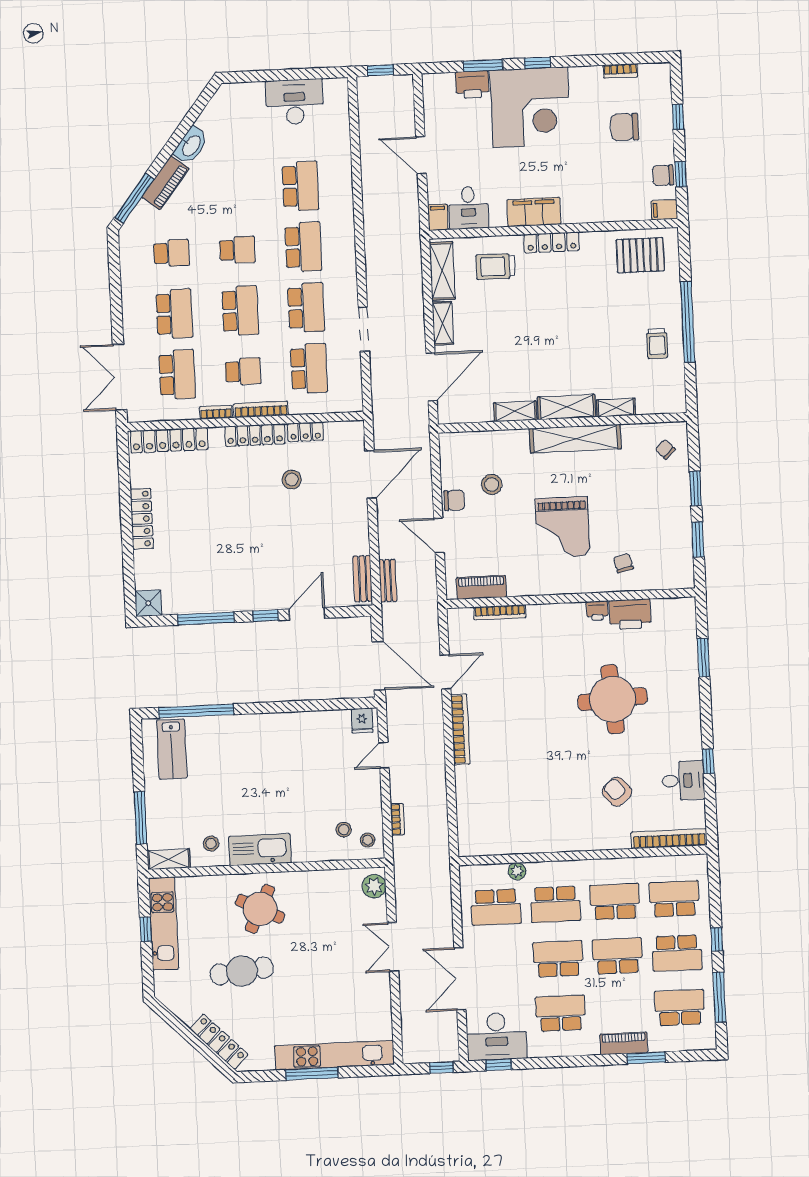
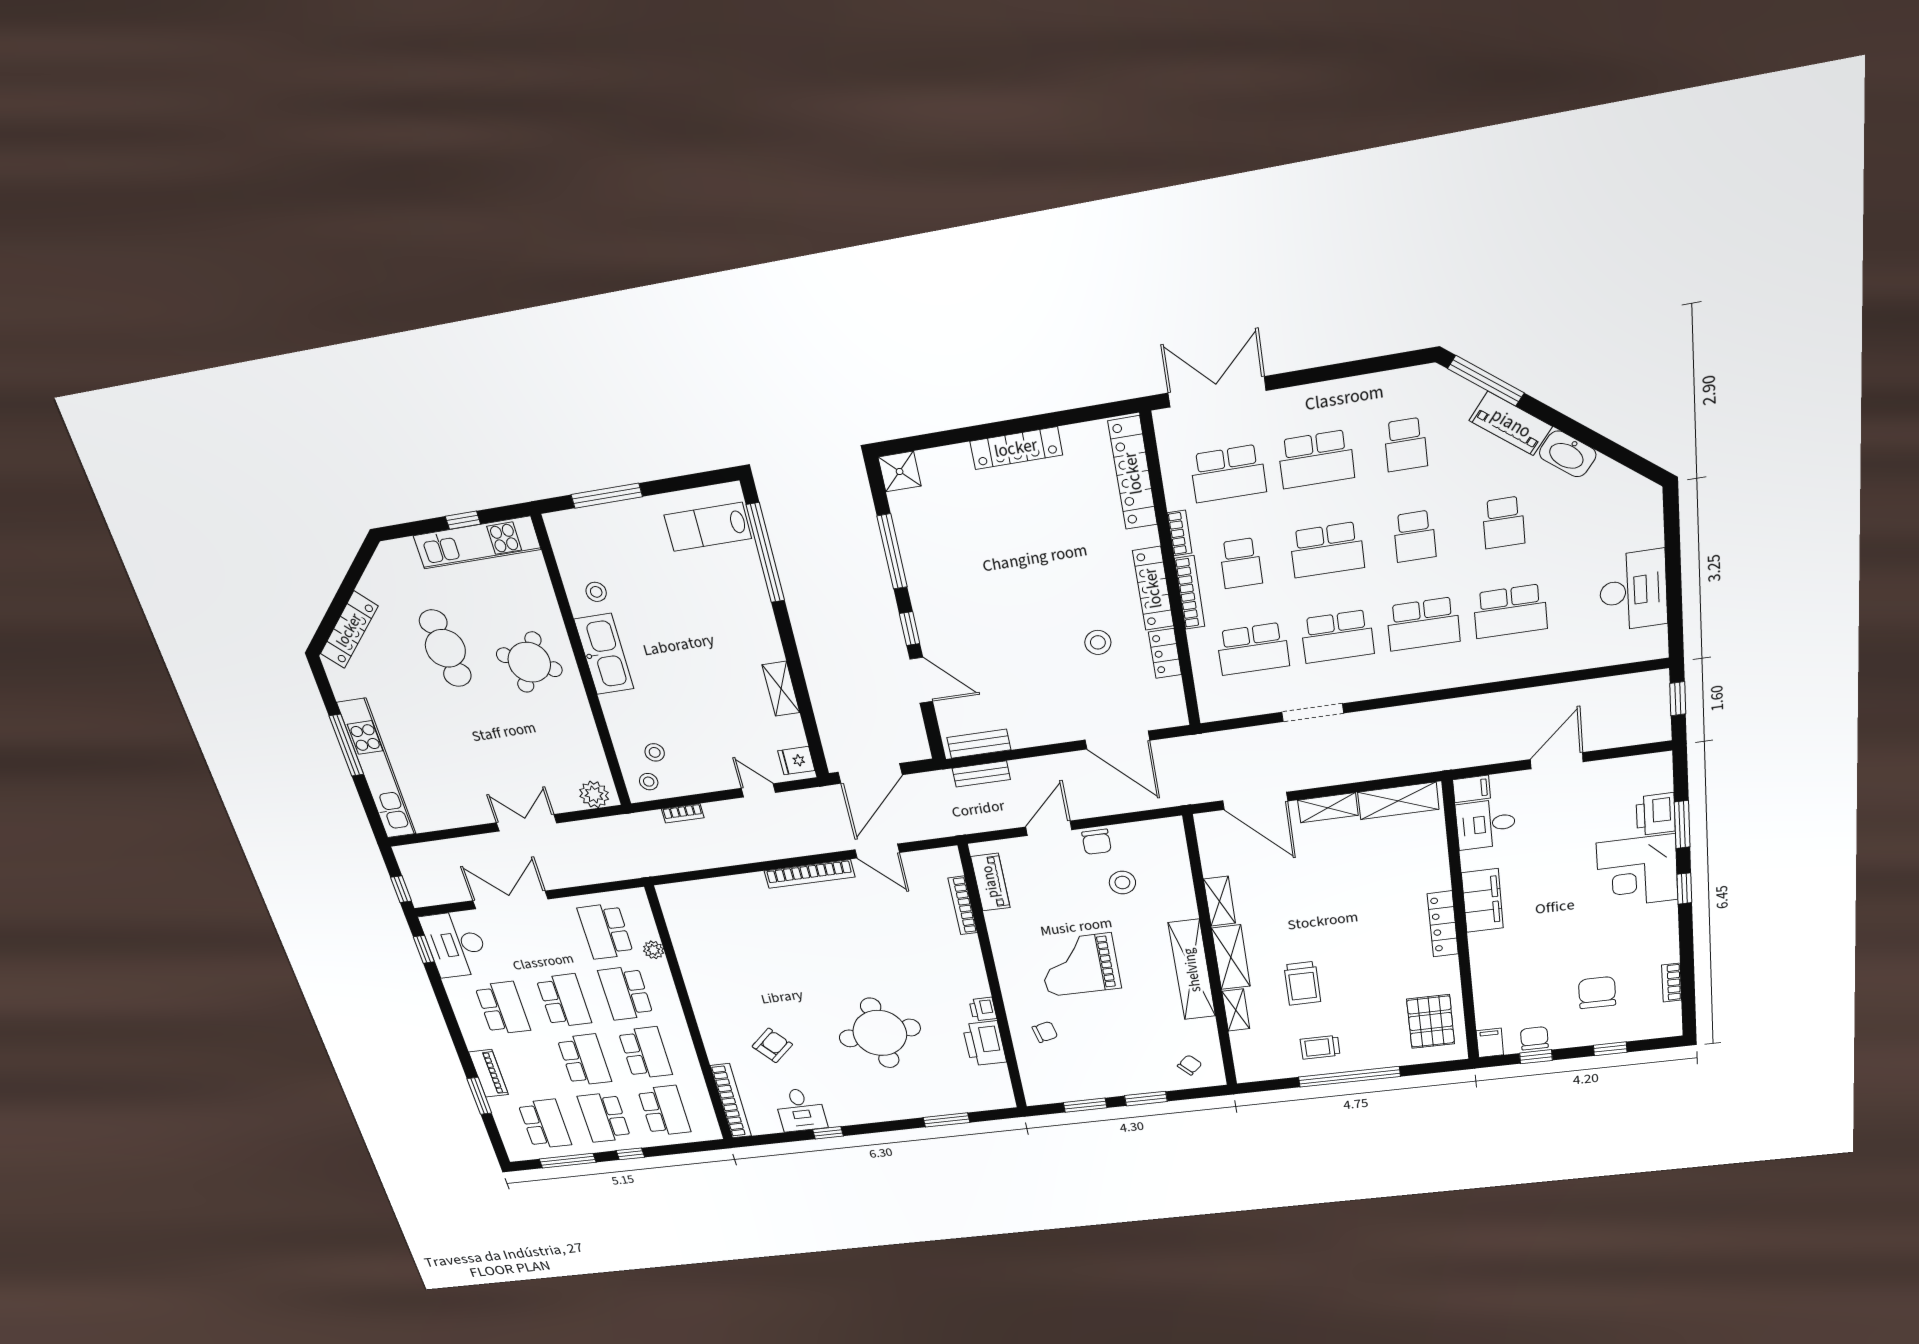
corner desk: (530, 107) -> (1637, 871), width x0.74, depth x0.74
school desk: (234, 189) -> (1504, 522), added
trolley: (495, 267) -> (1302, 983), moved, turned 180
shelving: (169, 859) -> (781, 689), moved

